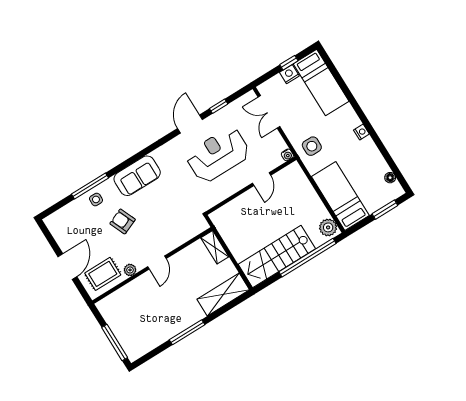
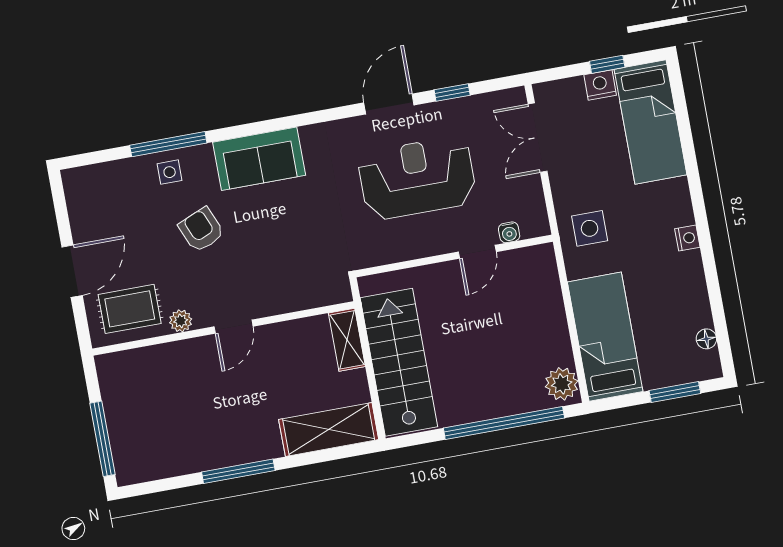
water cooler: (287, 155) -> (509, 232), moved
stairs: (277, 257) -> (399, 362), moved, turned 90

